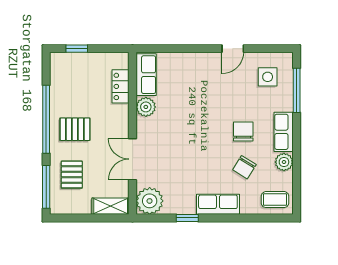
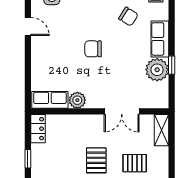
locker: (121, 86) -> (38, 129), moved, turned -90
chair: (243, 131) -> (93, 49), moved
plant: (150, 201) -> (157, 70), moved

